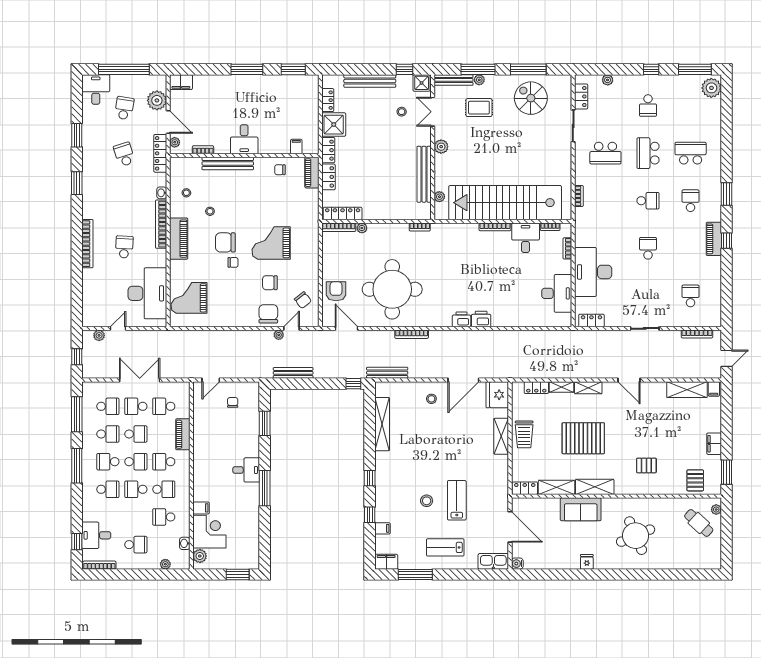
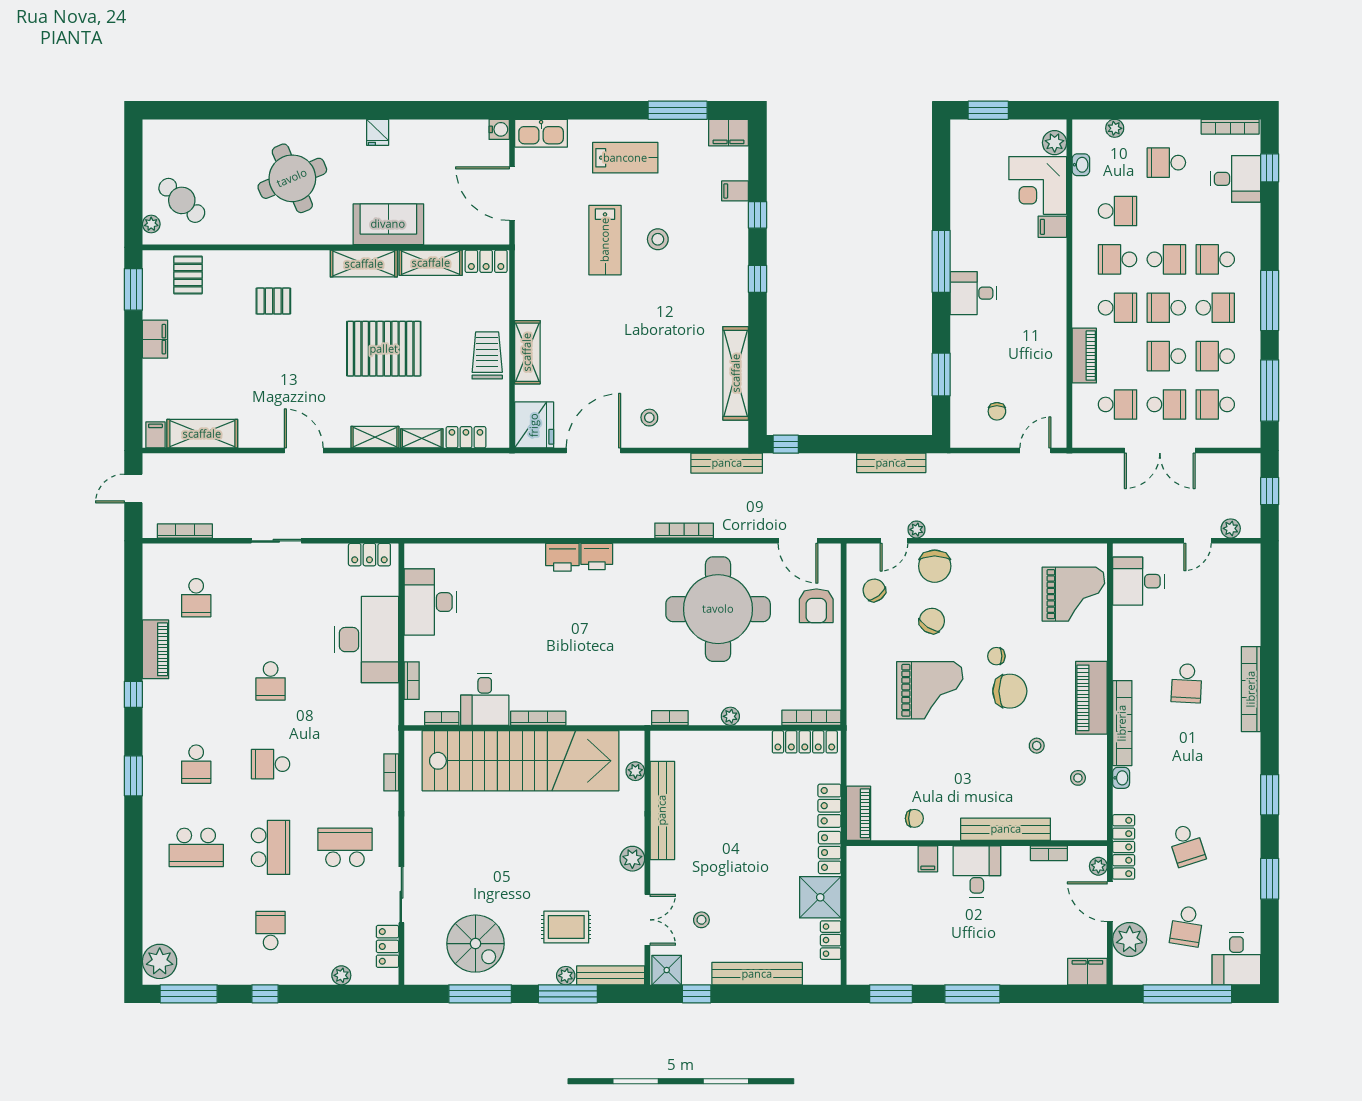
filing cabinet: (296, 147) -> (928, 859), moved
plant: (362, 228) -> (730, 716), moved
piano: (714, 239) -> (156, 649), moved
chair: (270, 283) -> (932, 621), turned -57
desk: (147, 293) -> (1138, 581), width x0.53, depth x0.77

